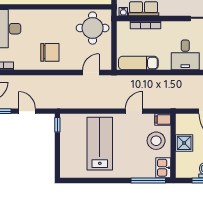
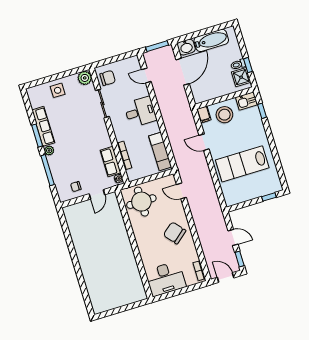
chair: (50, 52) -> (175, 233), turned -40
door: (27, 111) -> (233, 237), swing flipped
window: (57, 125) -> (269, 197), moved
shower: (184, 143) -> (241, 77), moved
window: (148, 181) -> (262, 111), width x0.46

